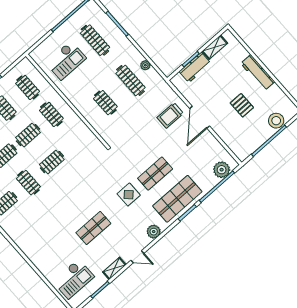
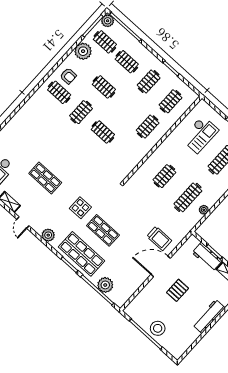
checkout: (66, 60) -> (200, 134), turned -90
pallet: (242, 105) -> (178, 290), moved
trolley: (170, 115) -> (159, 238), turned 180
stool: (276, 121) -> (158, 328), moved
clothes rail: (28, 135) -> (126, 107), removed
plant: (222, 170) -> (105, 285), moved

